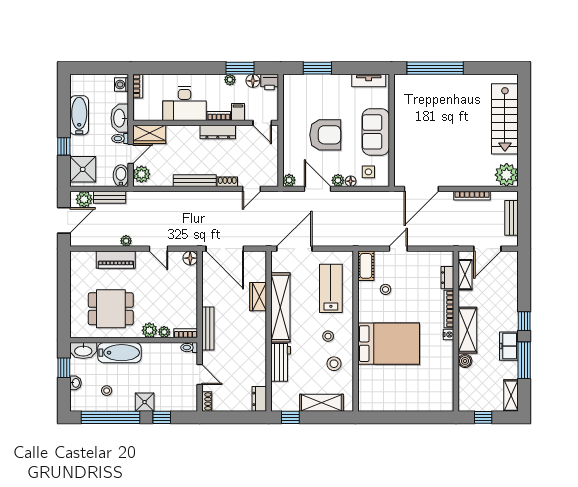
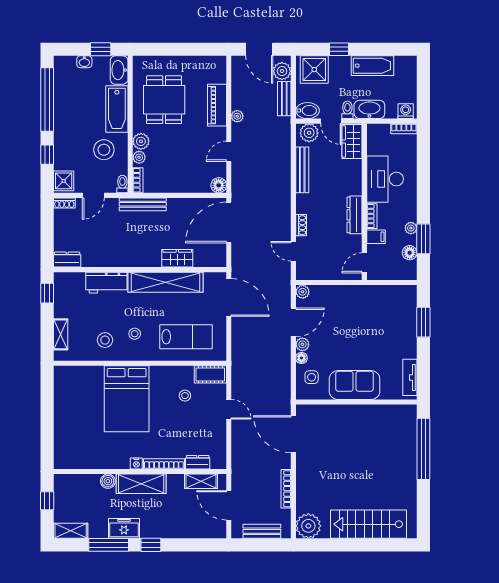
printer: (270, 82) -> (408, 271), removed
armchair: (325, 135) -> (351, 331), removed
bench: (195, 181) -> (302, 170), moved
stool: (107, 391) -> (104, 150), moved, width x1.89, depth x1.89
shower: (145, 402) -> (64, 181), moved
shelving: (321, 403) -> (61, 334), width x0.67, depth x0.75

